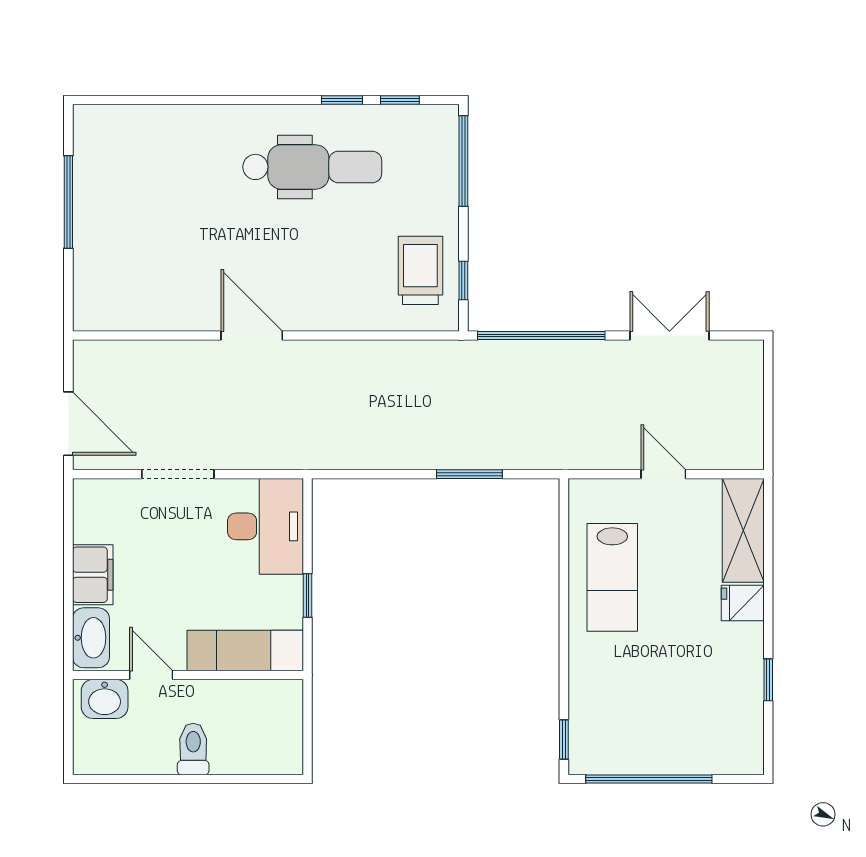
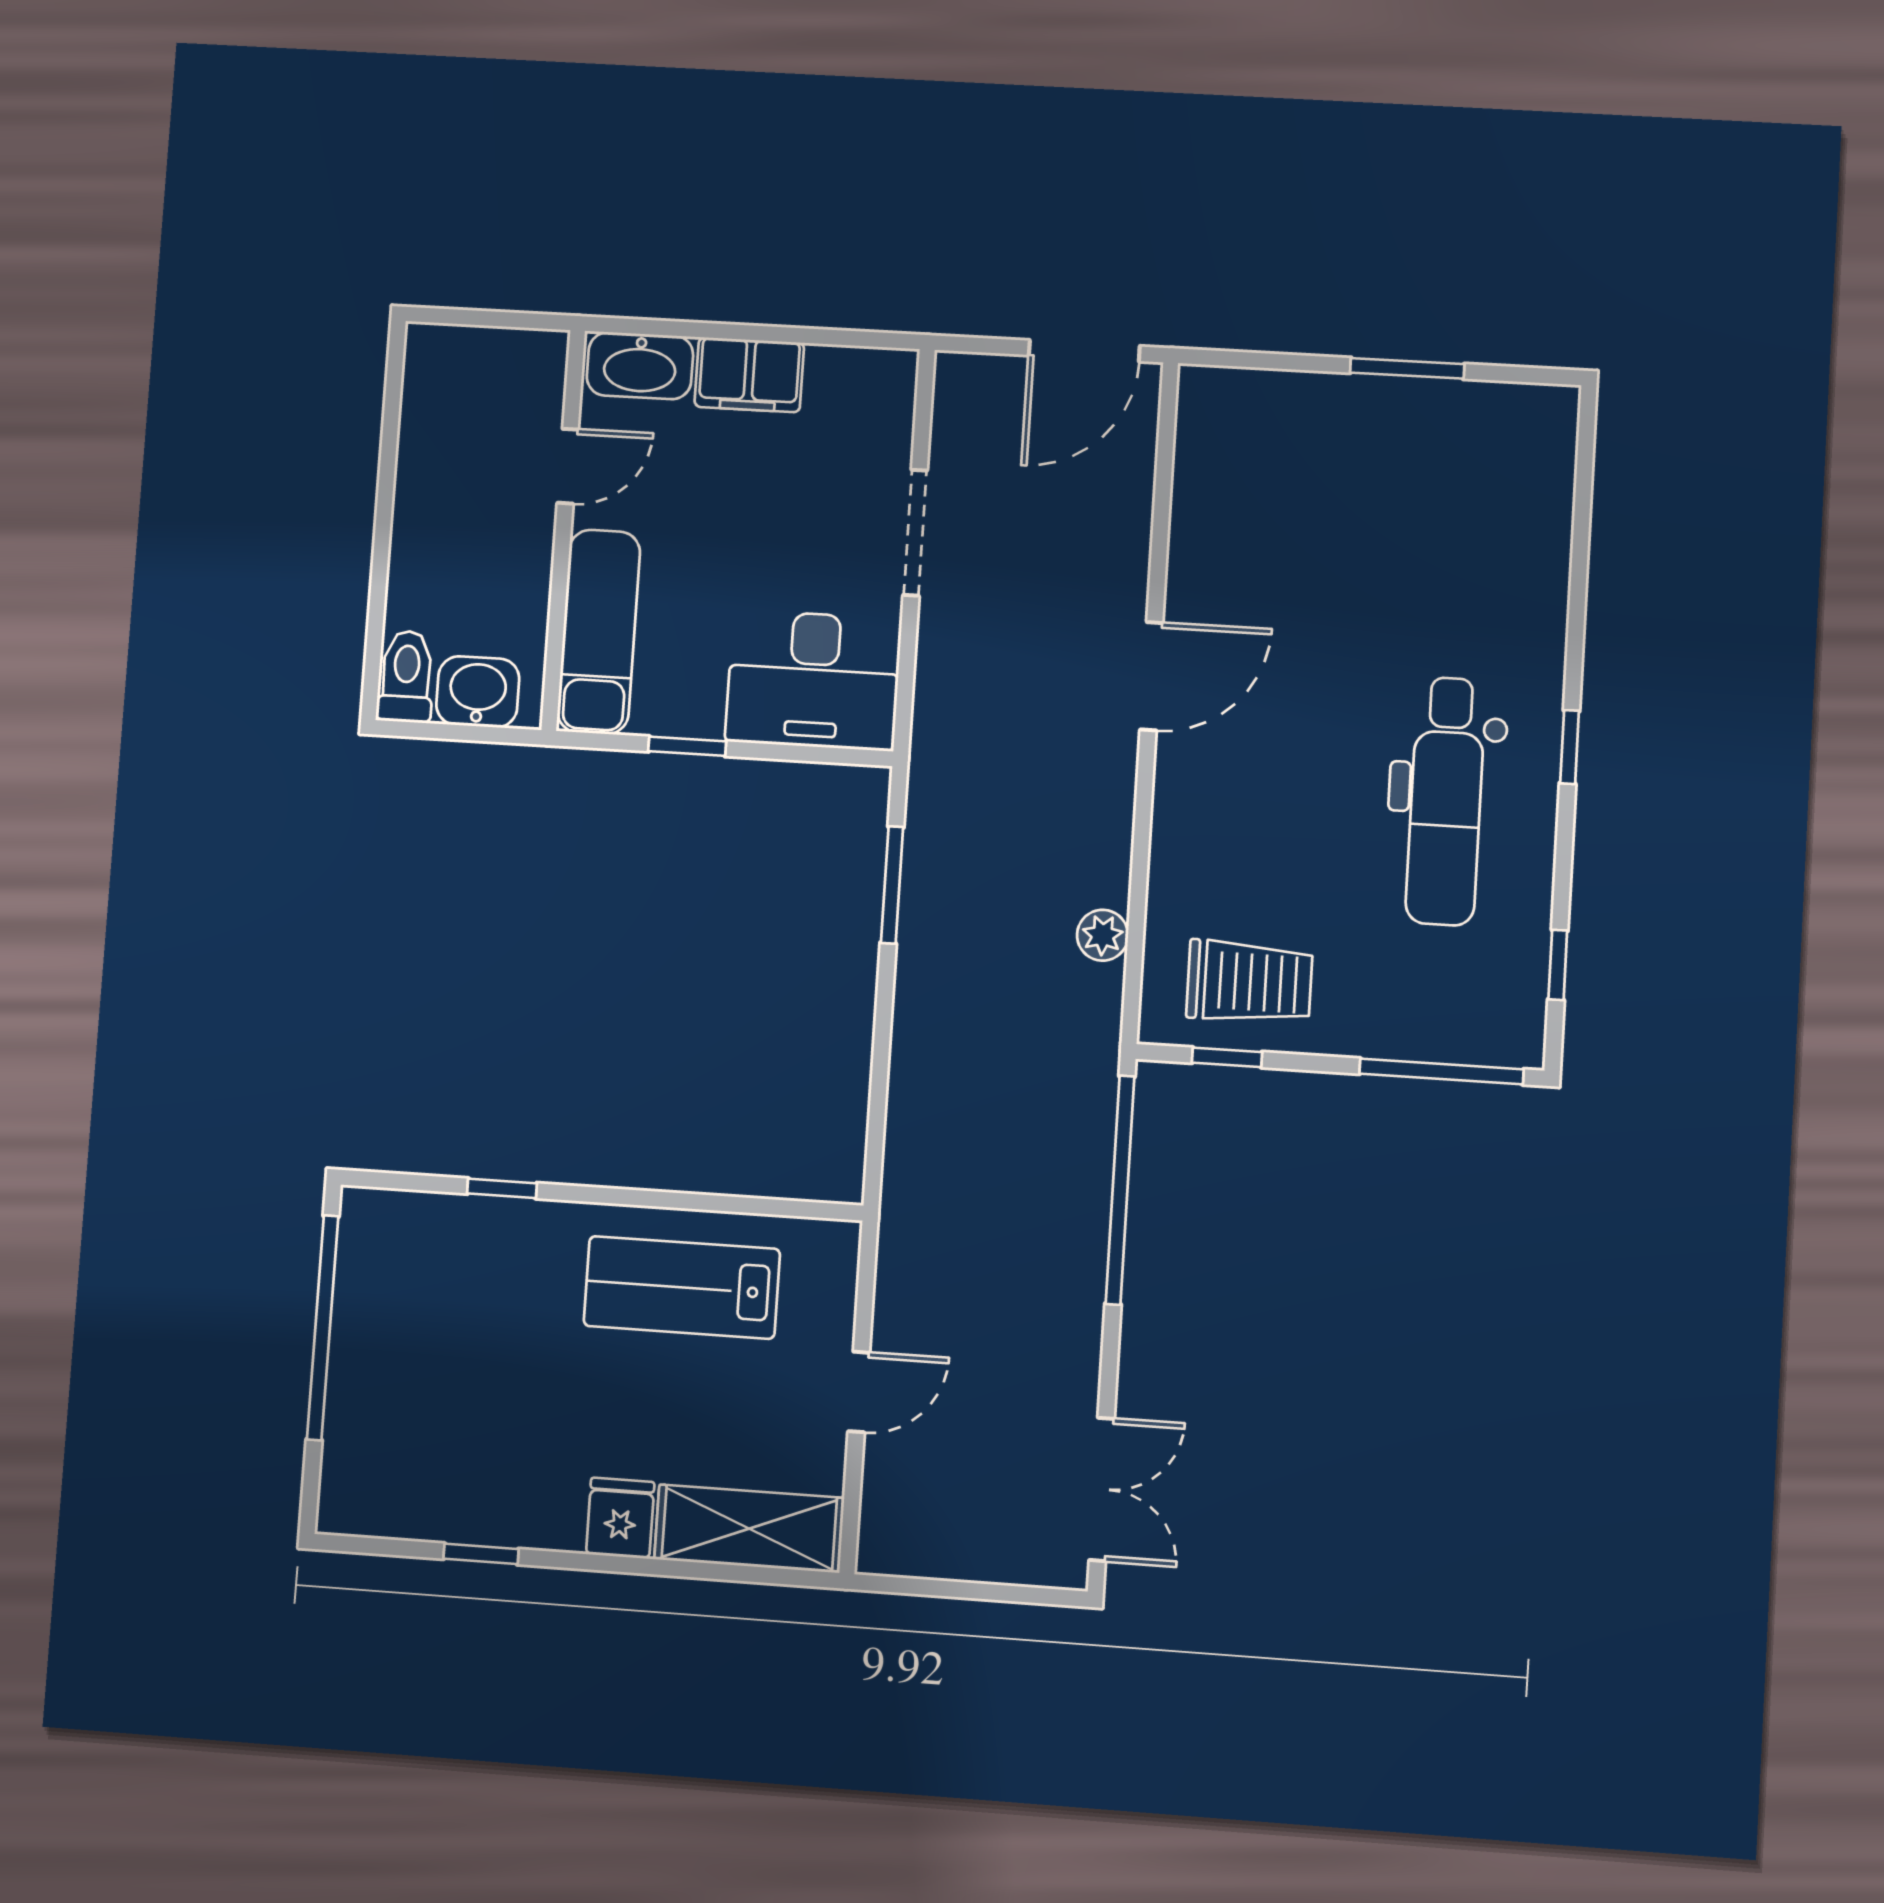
window: (342, 100) -> (1570, 747), moved
window: (68, 202) -> (1407, 368), width x0.69
double door: (669, 336) -> (1102, 1489), moved
plant: (400, 354) -> (1103, 935), added
door: (68, 424) -> (1084, 351), moved
window: (469, 474) -> (892, 885), moved
washbasin: (105, 699) -> (478, 692), moved, turned 90
window: (564, 740) -> (502, 1188), moved
toilet: (193, 749) -> (406, 677), moved, turned -90

